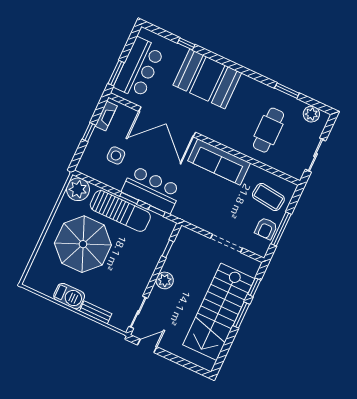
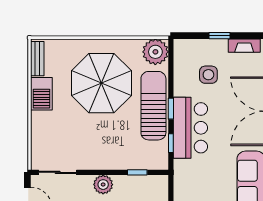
sun lounger: (120, 211) -> (153, 106), turned 180
bench: (96, 312) -> (37, 59), moved

